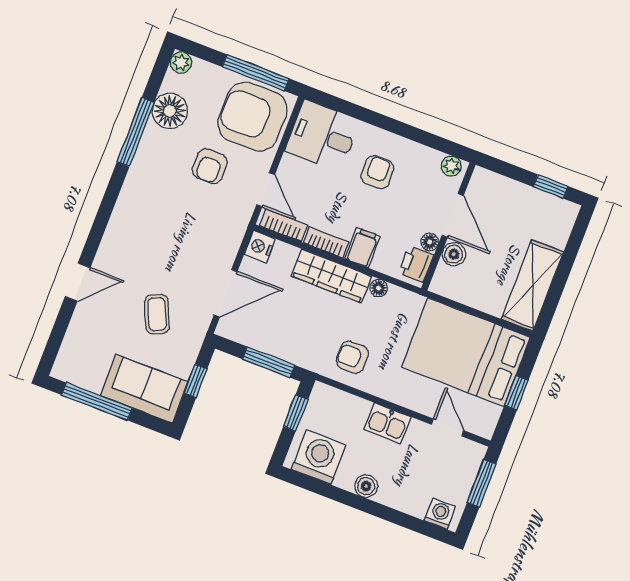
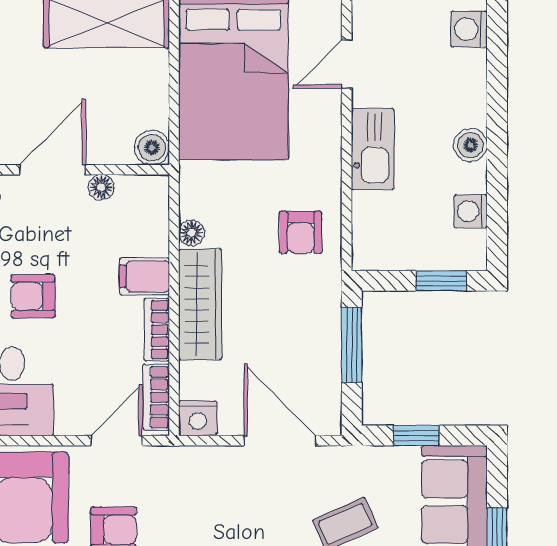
boiler: (454, 254) -> (152, 148), moved
printer: (416, 264) -> (139, 195), removed
window: (296, 413) -> (441, 281), moved
kitchen sink: (388, 423) -> (373, 149), width x1.38
washing machine: (319, 457) -> (471, 211), width x0.53, depth x0.53

